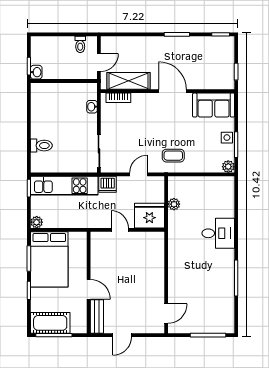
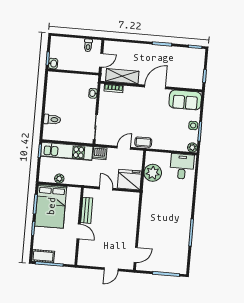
door: (173, 91) -> (155, 87), hinge flipped
coffee table: (173, 156) -> (143, 142), moved
plant: (174, 204) -> (153, 173), width x1.87, depth x1.87
plant: (37, 222) -> (59, 179), moved
desk: (218, 233) -> (182, 166), moved, turned -90
bench: (97, 316) -> (87, 210), moved
cot: (50, 323) -> (43, 256), width x0.73, depth x0.75
door: (122, 335) -> (111, 269), moved

